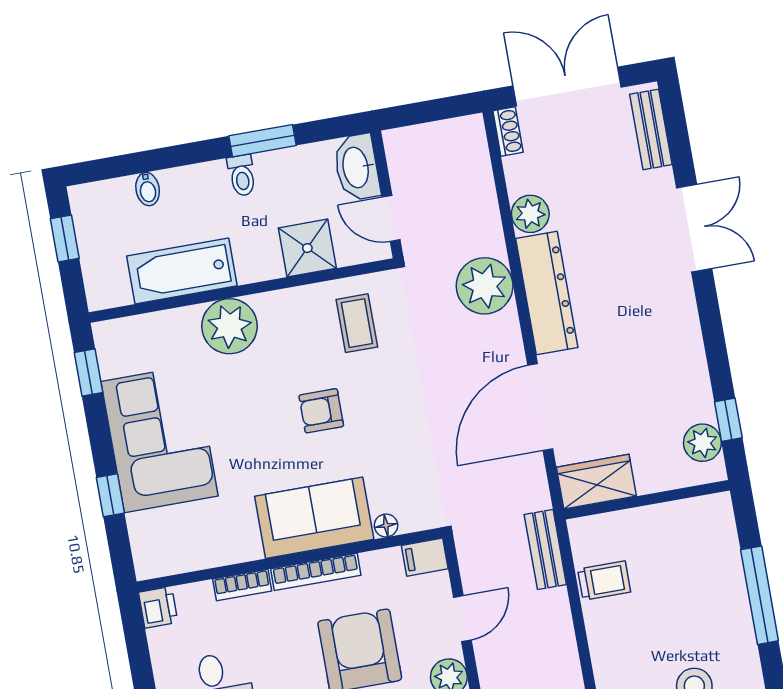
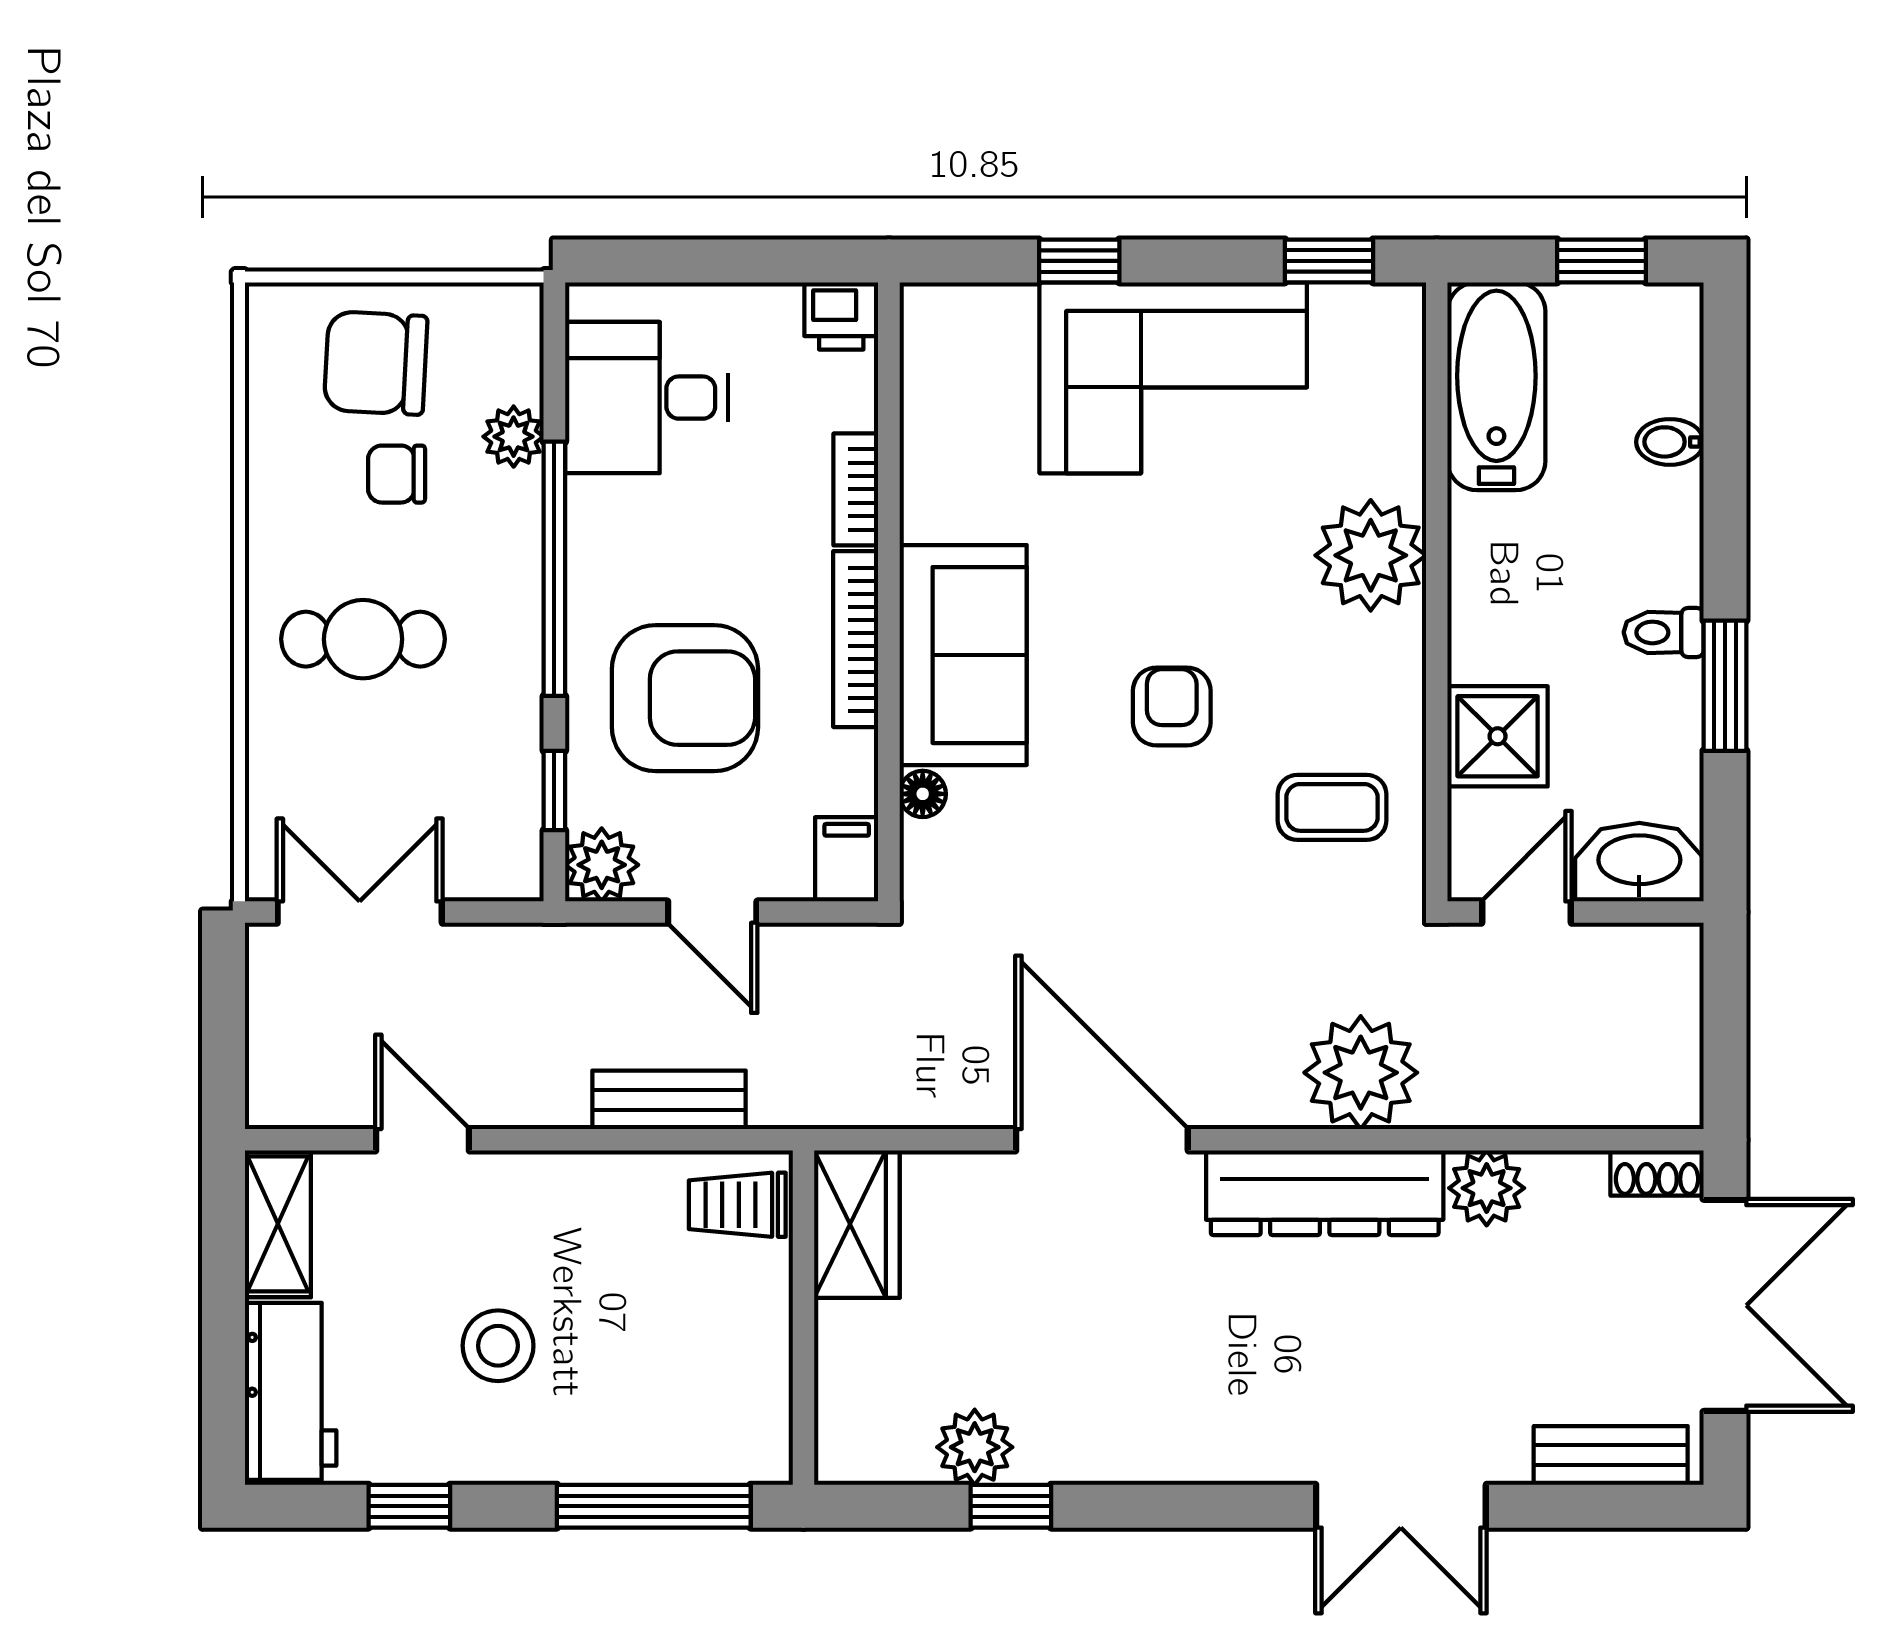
bathtub: (182, 271) -> (1496, 386), moved
wardrobe: (596, 482) -> (857, 1224), moved
wall: (647, 500) -> (803, 1318), moved
bench: (545, 550) -> (669, 1100), moved
trolley: (604, 581) -> (737, 1205), turned 90

